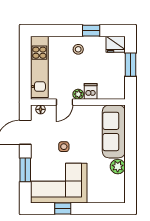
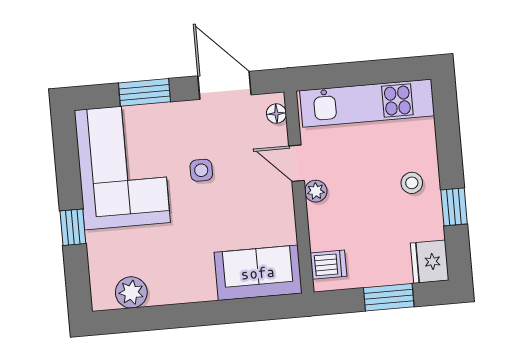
dishwasher: (91, 91) -> (328, 265), moved
sofa: (114, 131) -> (258, 273), width x0.73
plant: (118, 167) -> (131, 292), moved
window: (63, 209) -> (73, 227), moved

